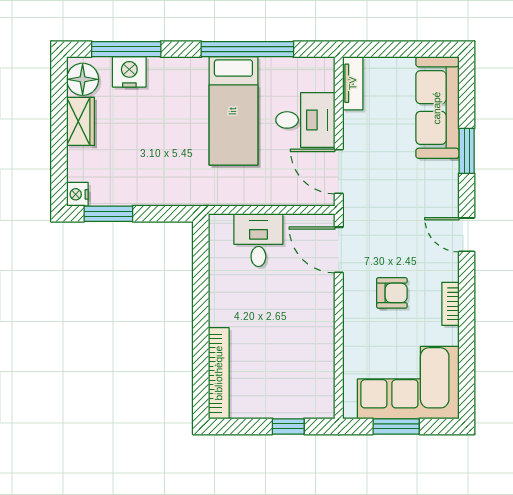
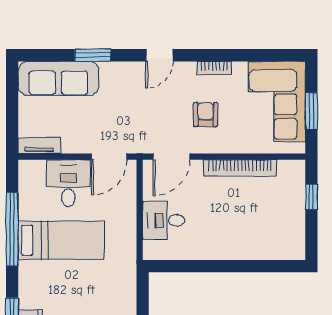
bookcase: (219, 373) -> (240, 168), moved, turned 180

